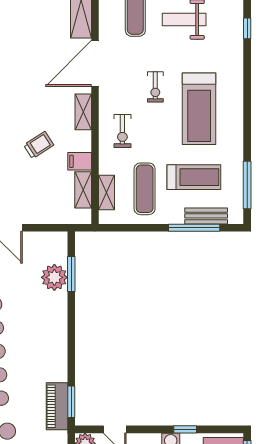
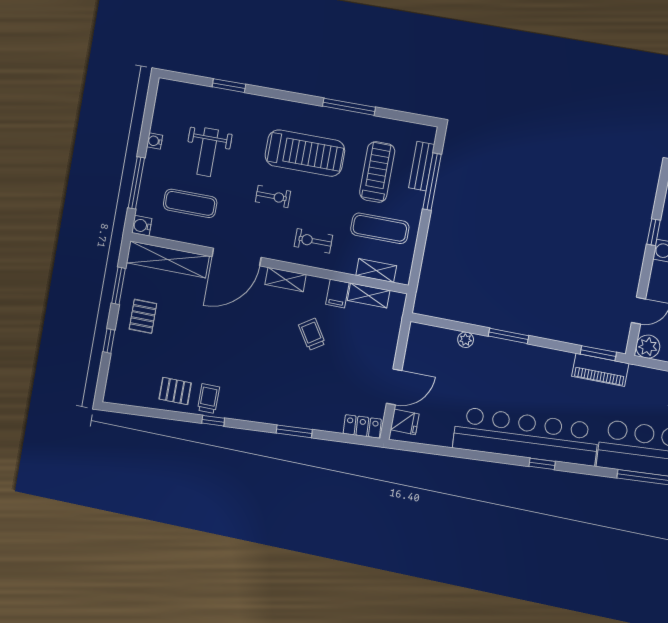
window: (247, 28) -> (229, 86), width x1.50
door: (95, 63) -> (237, 257), hinge flipped
exercise bike: (122, 131) -> (313, 241), turned 180
window: (247, 185) -> (349, 107), moved
window: (71, 274) -> (509, 336), moved
plant: (54, 277) -> (466, 340), width x0.53, depth x0.53

